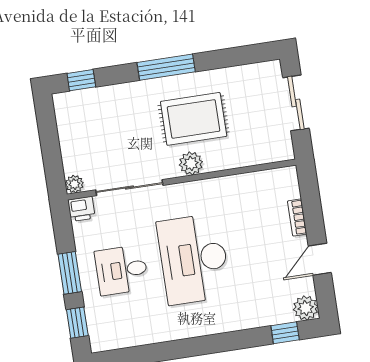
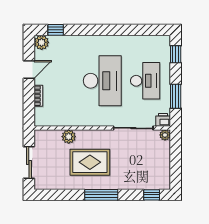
plant: (191, 163) -> (69, 137), moved
desk: (122, 270) -> (145, 81), width x1.37
window: (70, 273) -> (176, 96), moved

